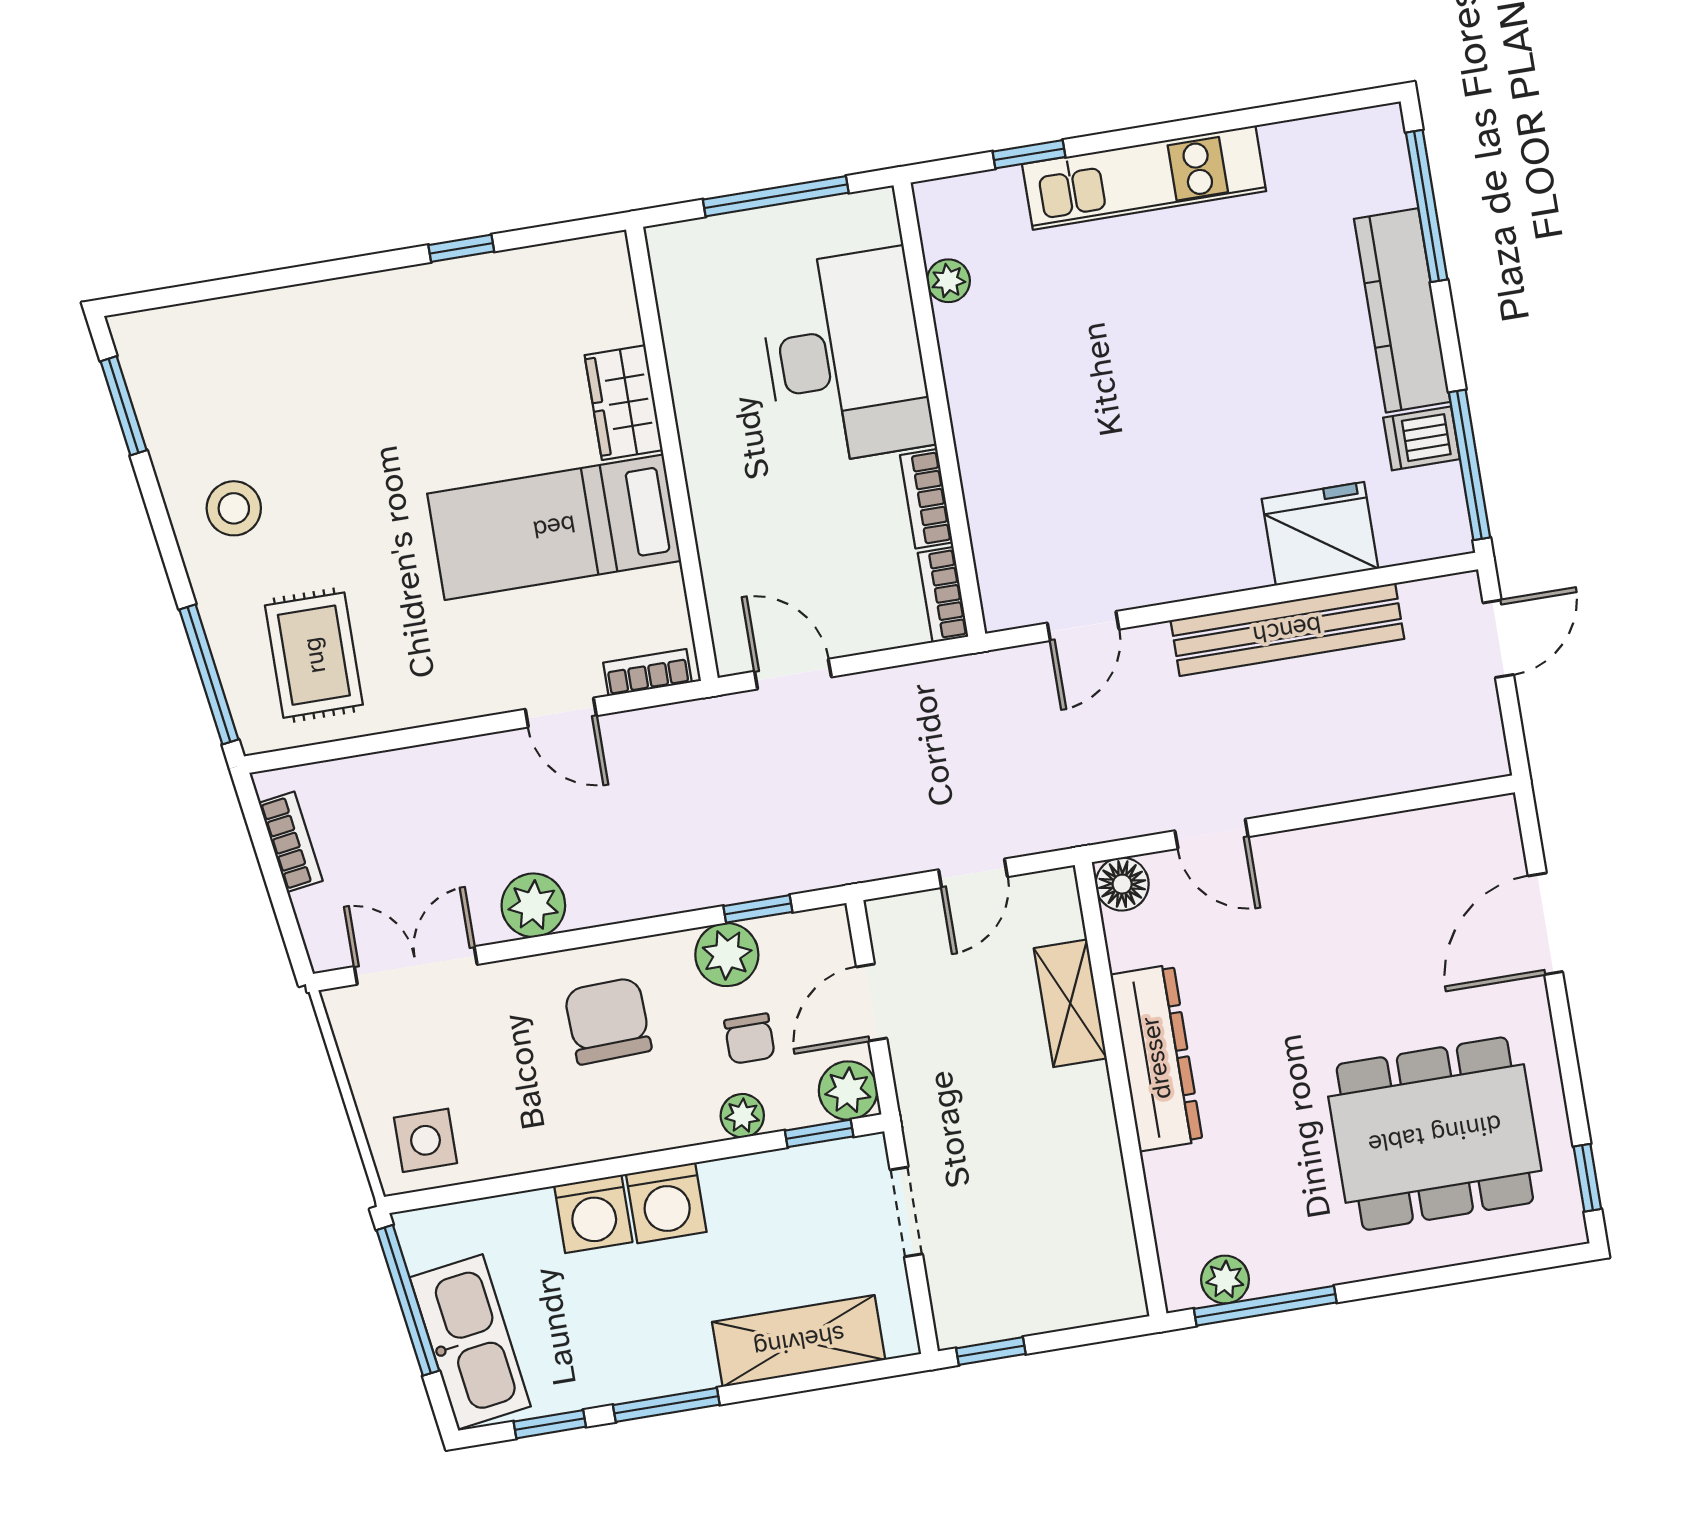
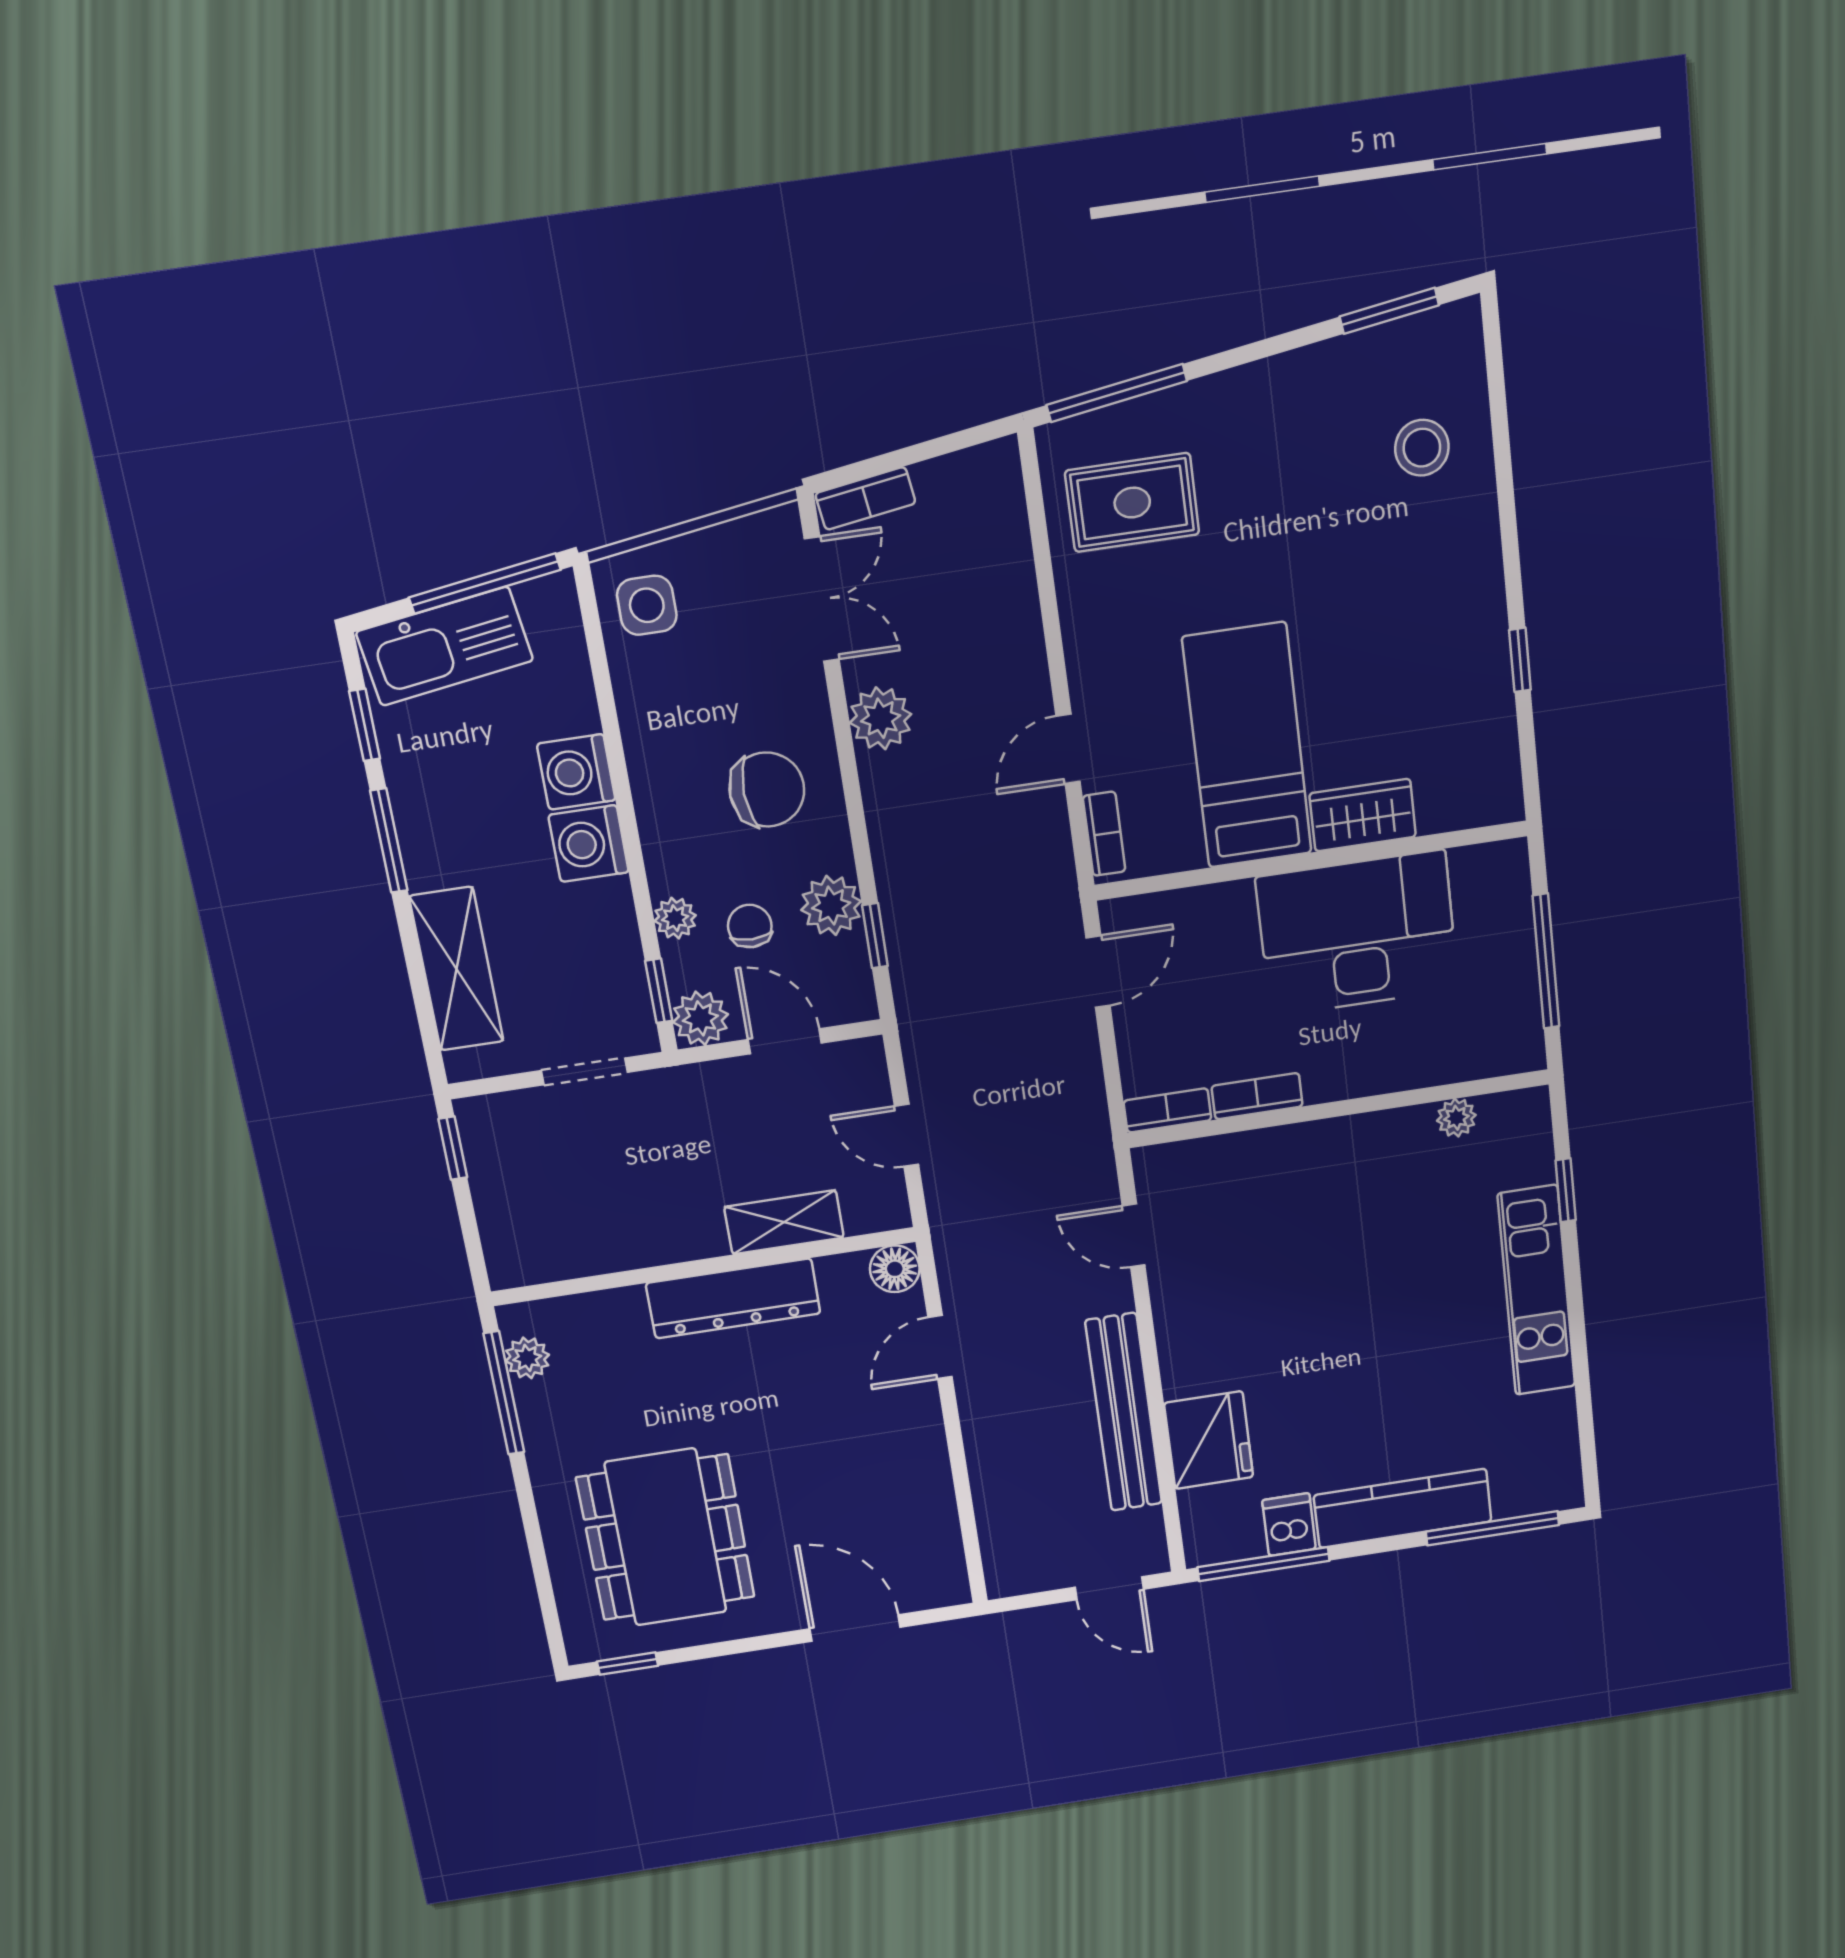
desk: (845, 357) -> (1357, 933), moved, turned 180
stool: (234, 508) -> (1422, 448), moved
bookcase: (291, 842) -> (865, 498), moved
chair: (750, 1039) -> (750, 926), turned 90

